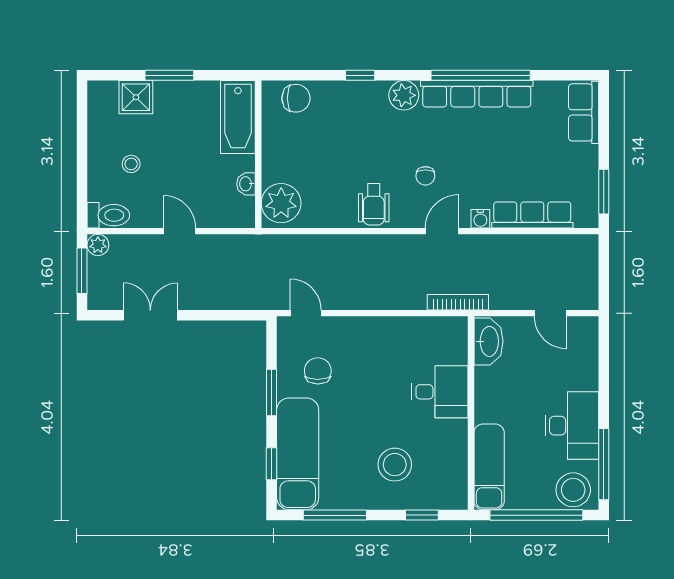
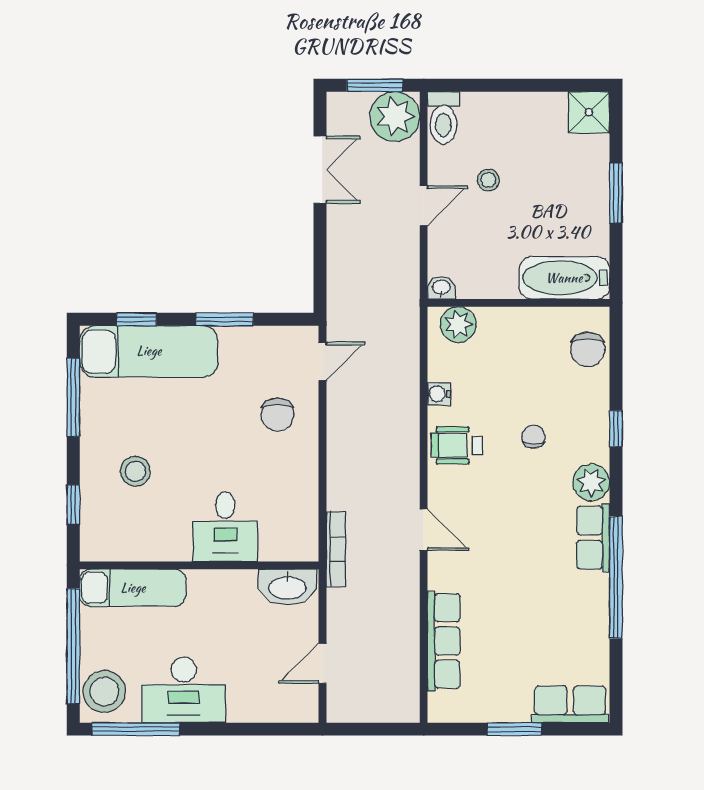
row of seats: (477, 94) -> (593, 538), width x0.50
shower: (136, 97) -> (589, 112), moved
stool: (131, 164) -> (488, 180), moved
chair: (425, 176) -> (533, 437), moved, turned 90
washbasin: (246, 184) -> (441, 288), moved
window: (604, 192) -> (514, 729), moved
plant: (281, 203) -> (458, 324), width x0.73, depth x0.73
water cooler: (480, 219) -> (439, 394), moved
plant: (98, 245) -> (395, 117), width x1.88, depth x1.88
chair: (318, 371) -> (277, 415), moved, turned 90
stool: (395, 465) -> (136, 471), width x0.73, depth x0.73

